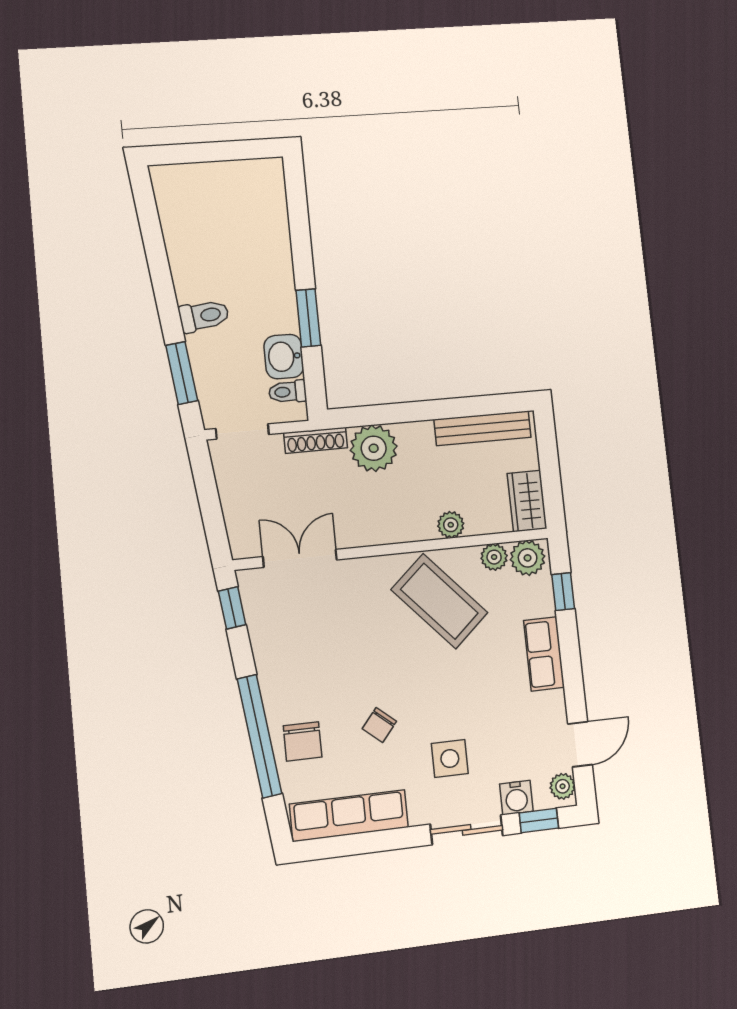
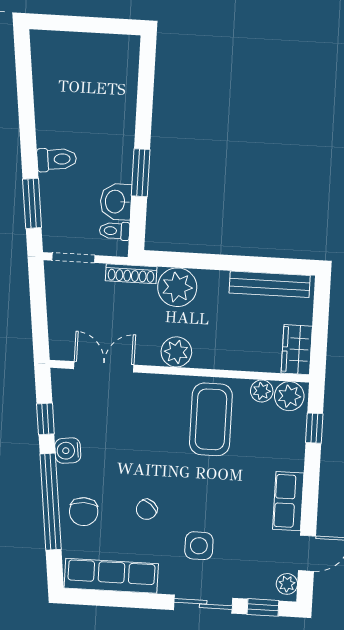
plant: (451, 525) -> (176, 352), moved, width x1.38, depth x1.38
coffee table: (439, 601) -> (211, 419), turned 42
window: (232, 608) -> (45, 419), moved
row of seats: (544, 654) -> (288, 501), moved
water cooler: (516, 798) -> (68, 451), moved, turned 83

